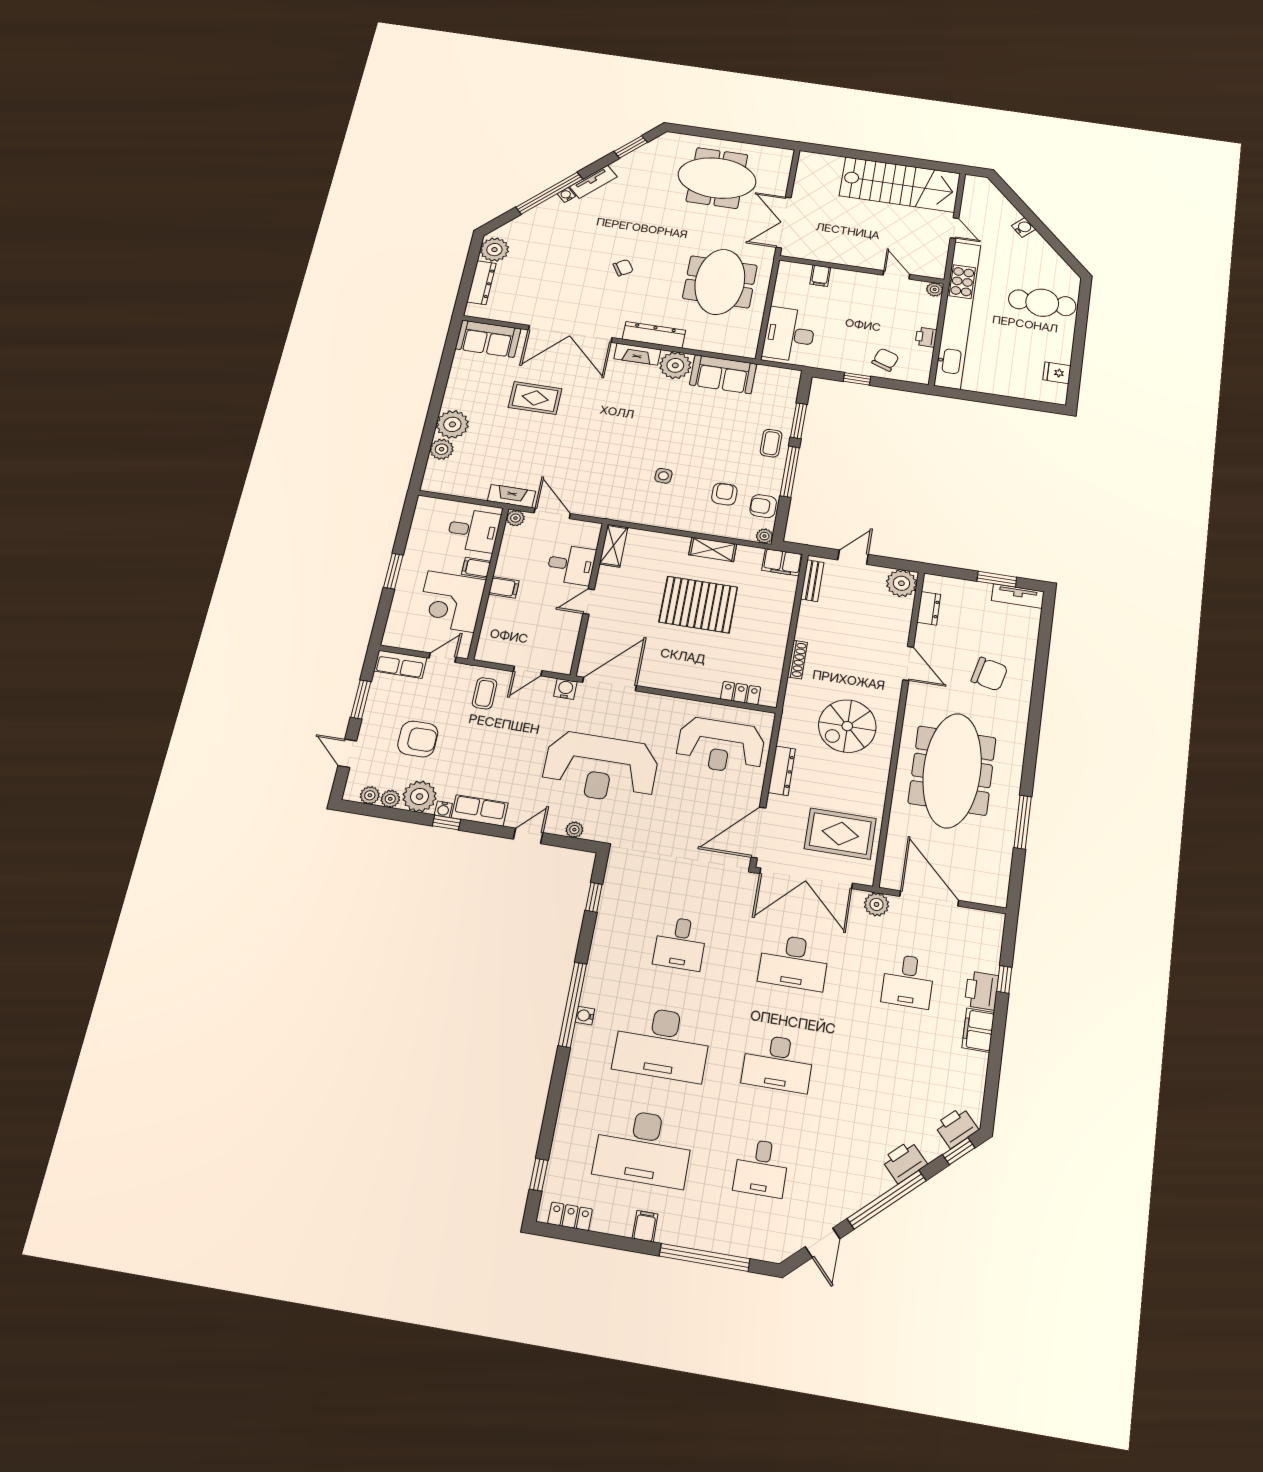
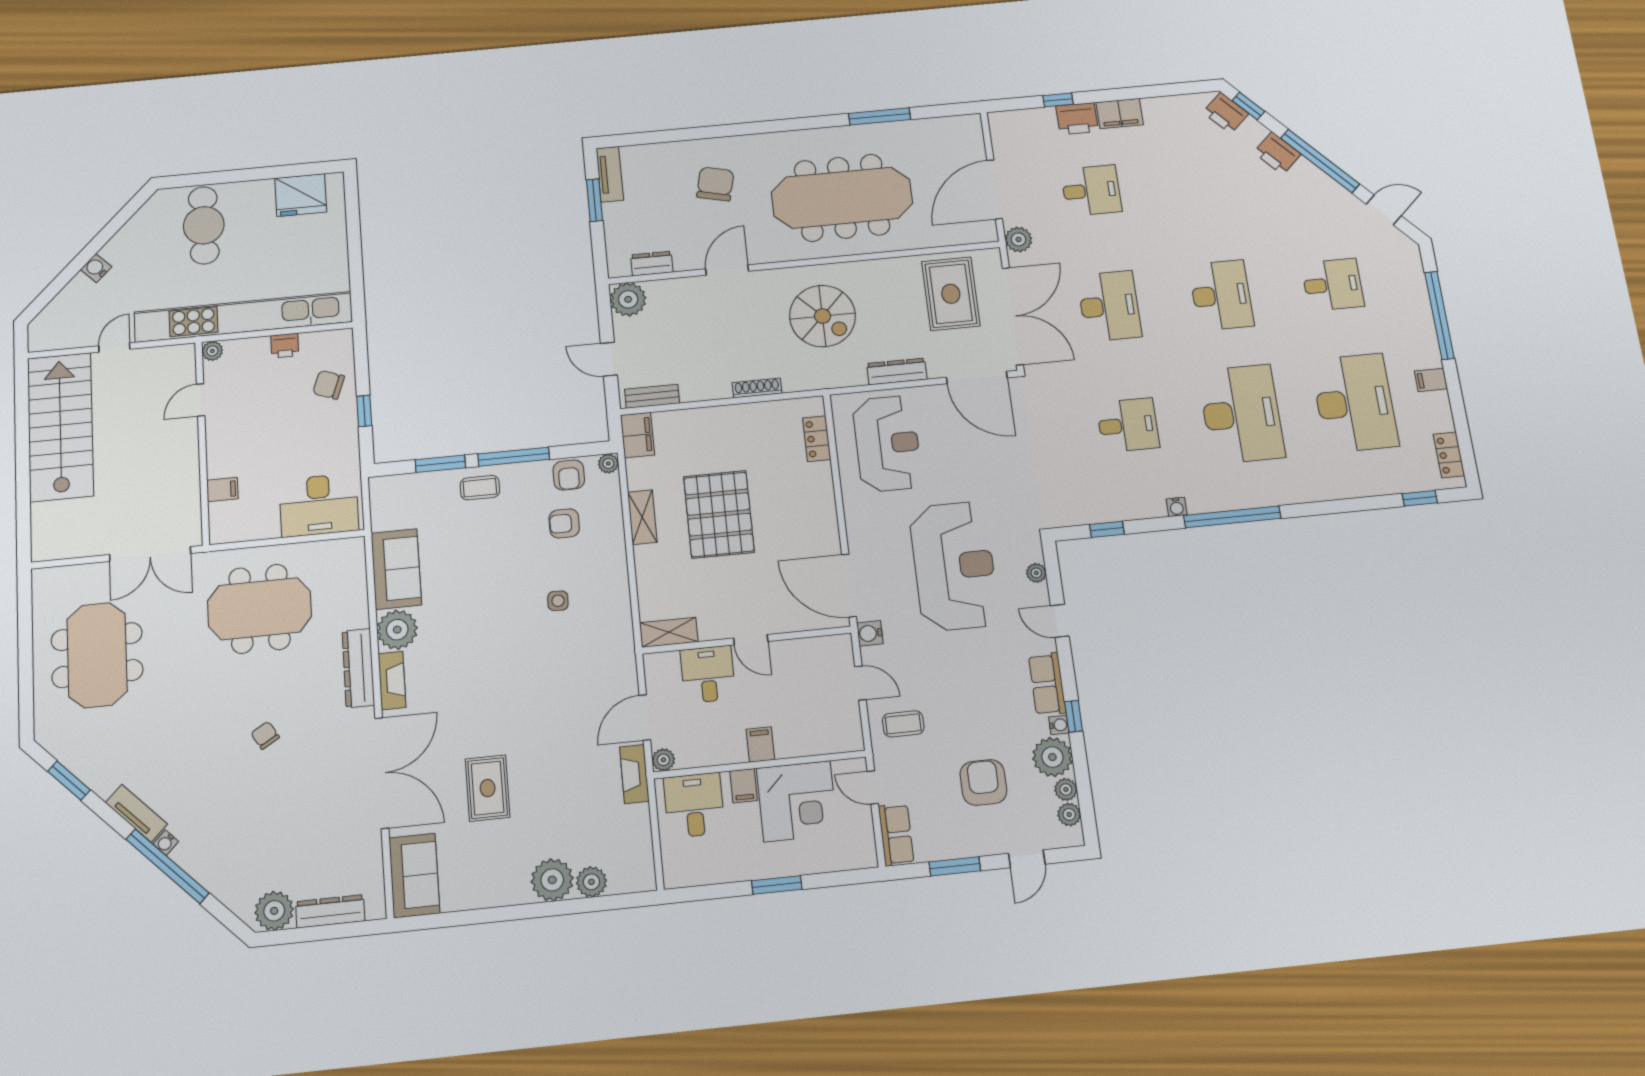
fridge: (1057, 373) -> (301, 195), width x1.88, depth x1.34
water cooler: (585, 1016) -> (1177, 507), moved

